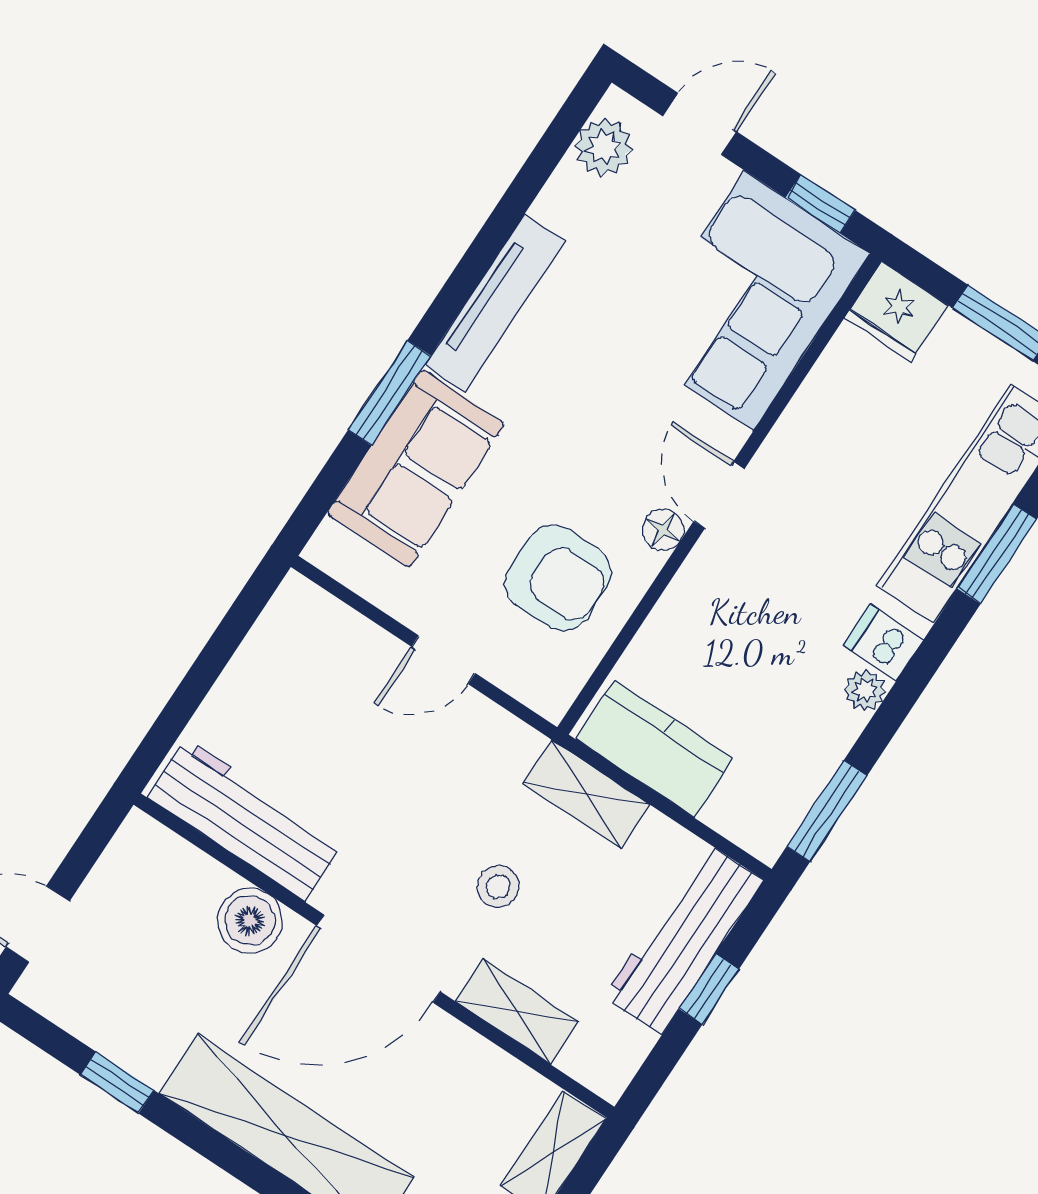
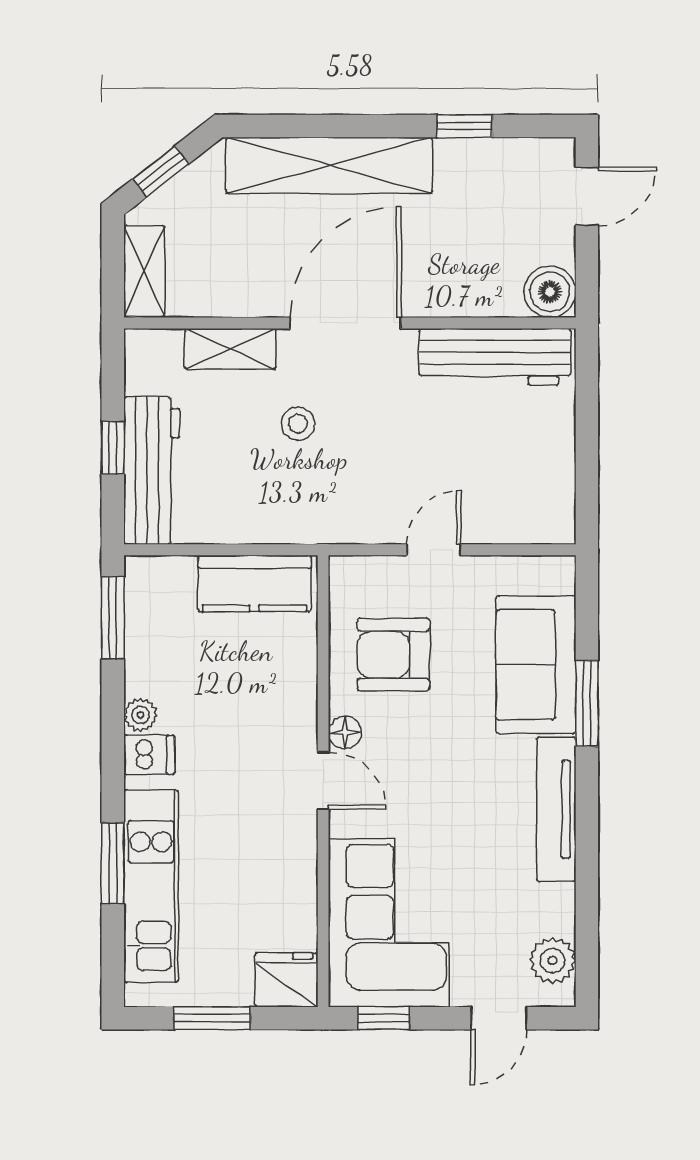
shelving: (586, 794) -> (280, 524), removed
boiler: (250, 921) -> (550, 292), moved

